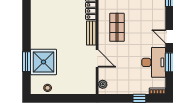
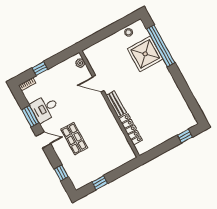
shop shelf: (117, 27) -> (74, 139), moved
window: (27, 62) -> (161, 46), width x2.11
desk: (154, 62) -> (45, 108), width x0.73

